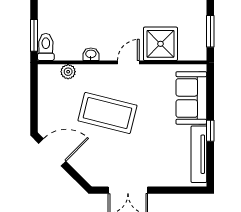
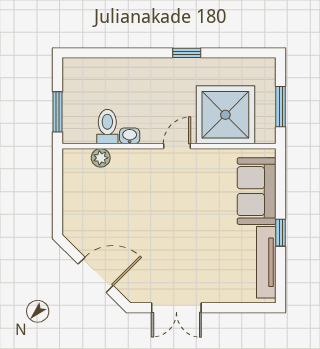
shower: (160, 44) -> (225, 115), width x1.37, depth x1.37
toilet: (46, 47) -> (107, 127), moved
coffee table: (107, 113) -> (150, 210), removed
door: (52, 152) -> (96, 275), moved

